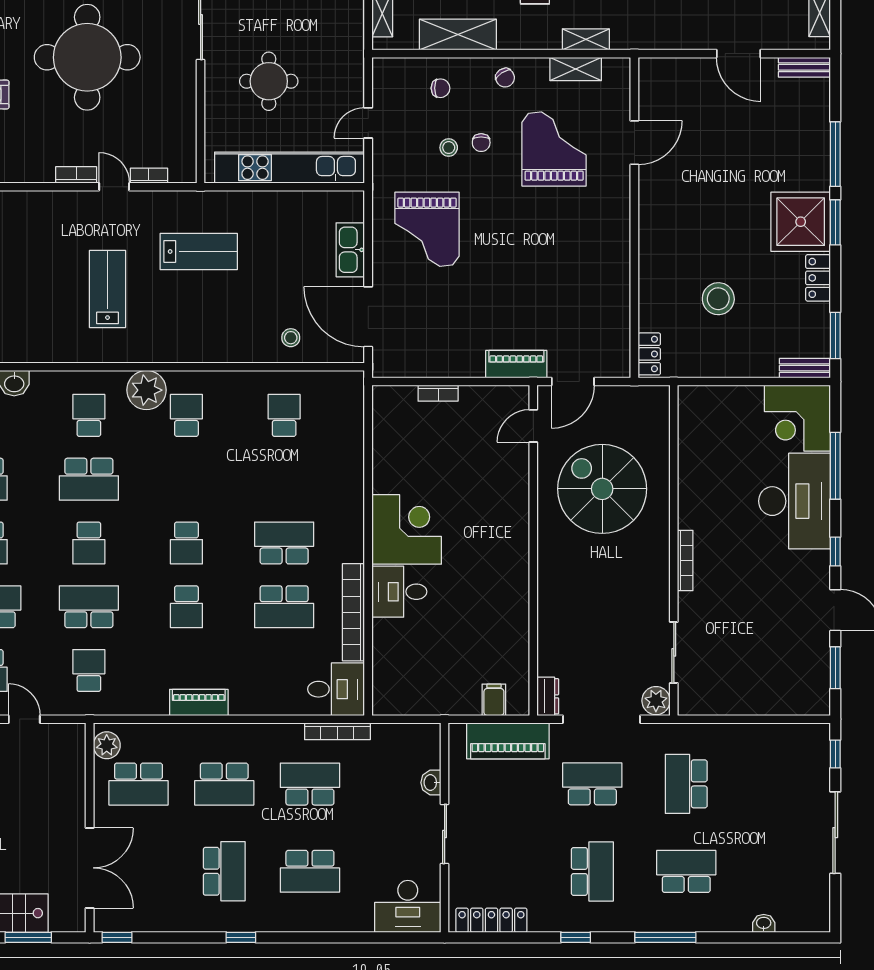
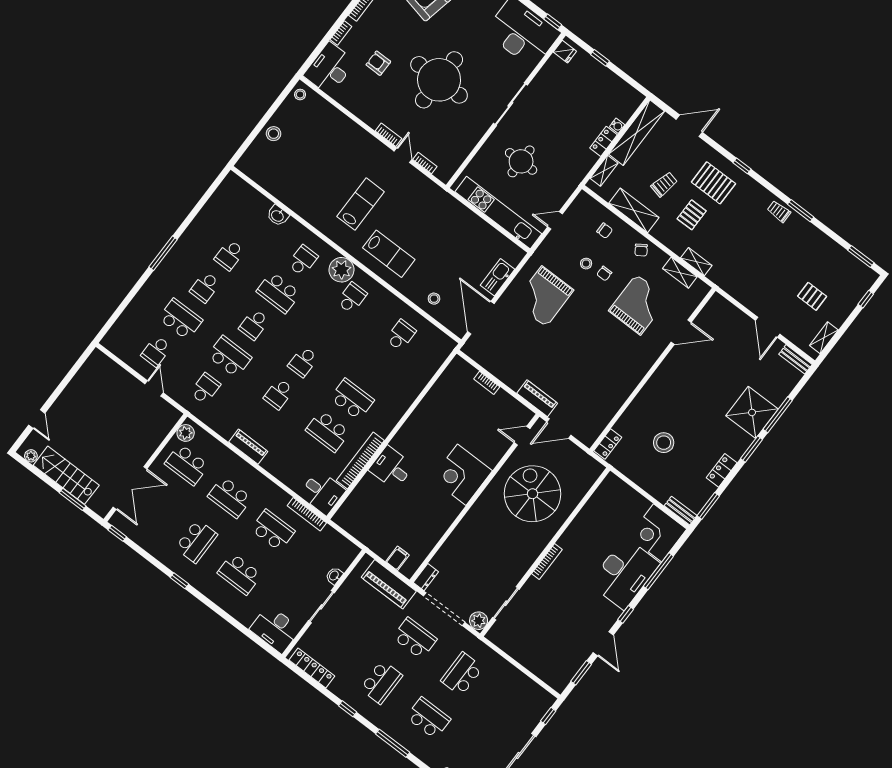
shower: (801, 222) -> (752, 412), moved
lab bench: (199, 251) -> (389, 254), moved
corner desk: (407, 529) -> (462, 475), moved, turned 180

